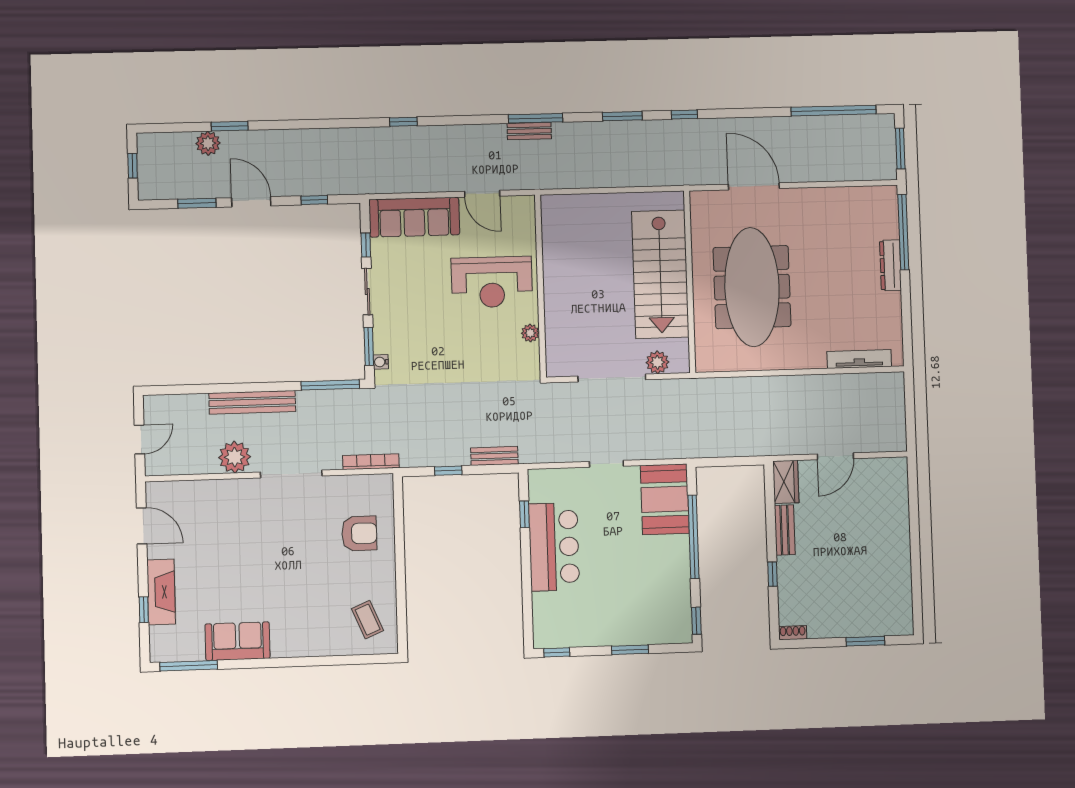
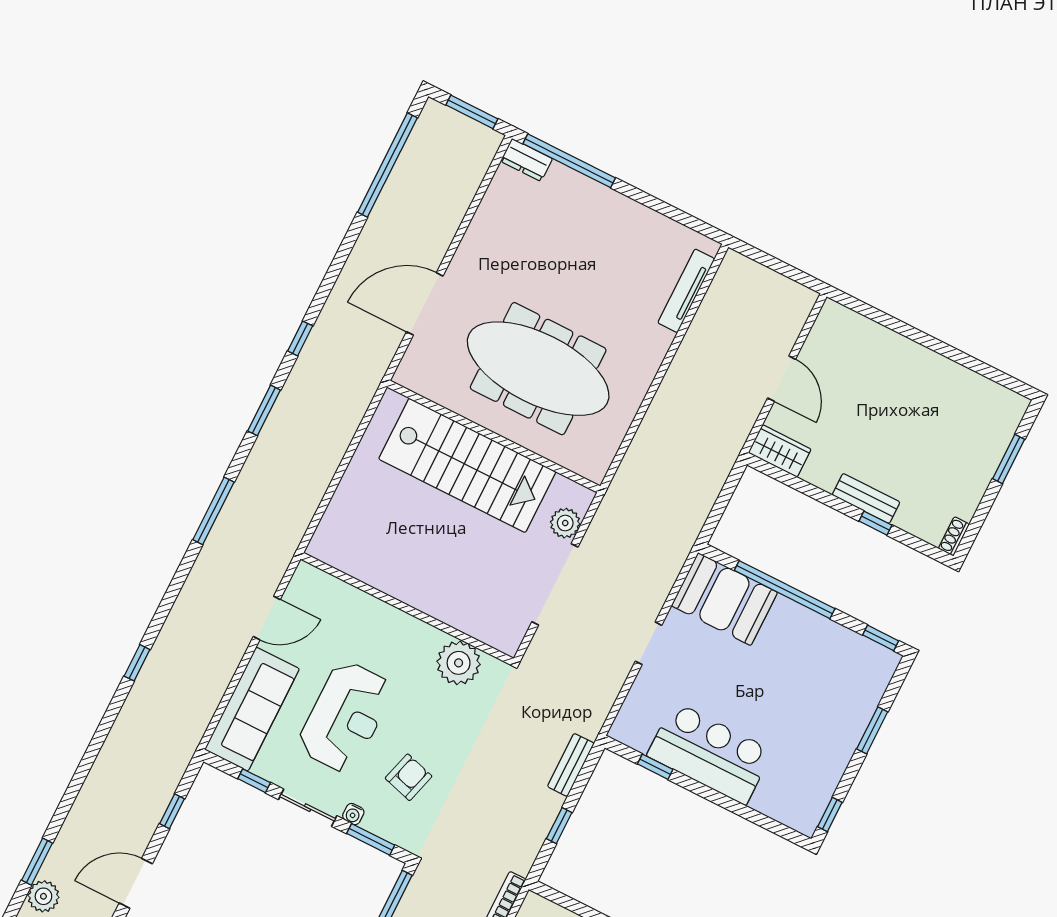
bench: (529, 131) -> (224, 526), removed
dresser: (890, 265) -> (527, 160), moved, width x0.70
reception desk: (492, 282) -> (345, 717), moved
plant: (530, 333) -> (459, 663), width x1.87, depth x1.87
armchair: (426, 349) -> (409, 777), added
water cooler: (381, 362) -> (353, 814), moved
bench: (785, 530) -> (866, 498), moved

